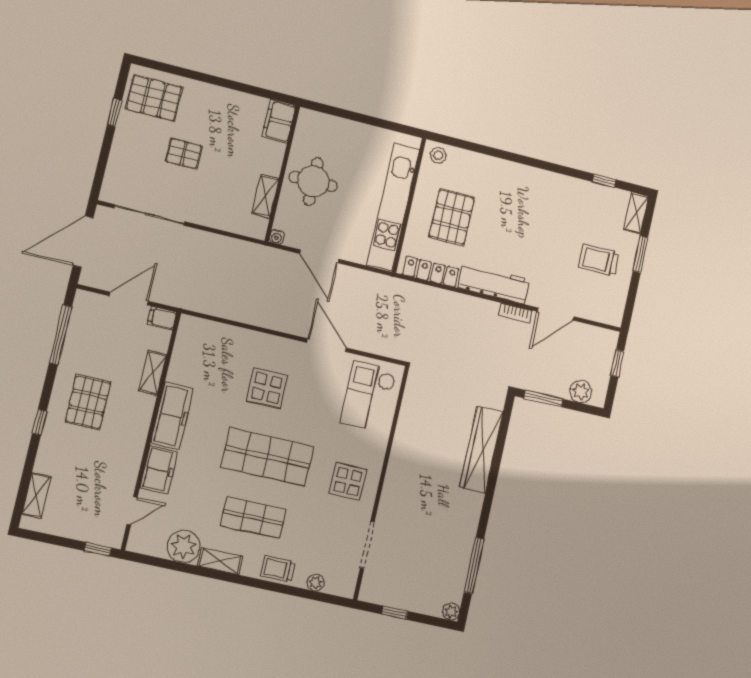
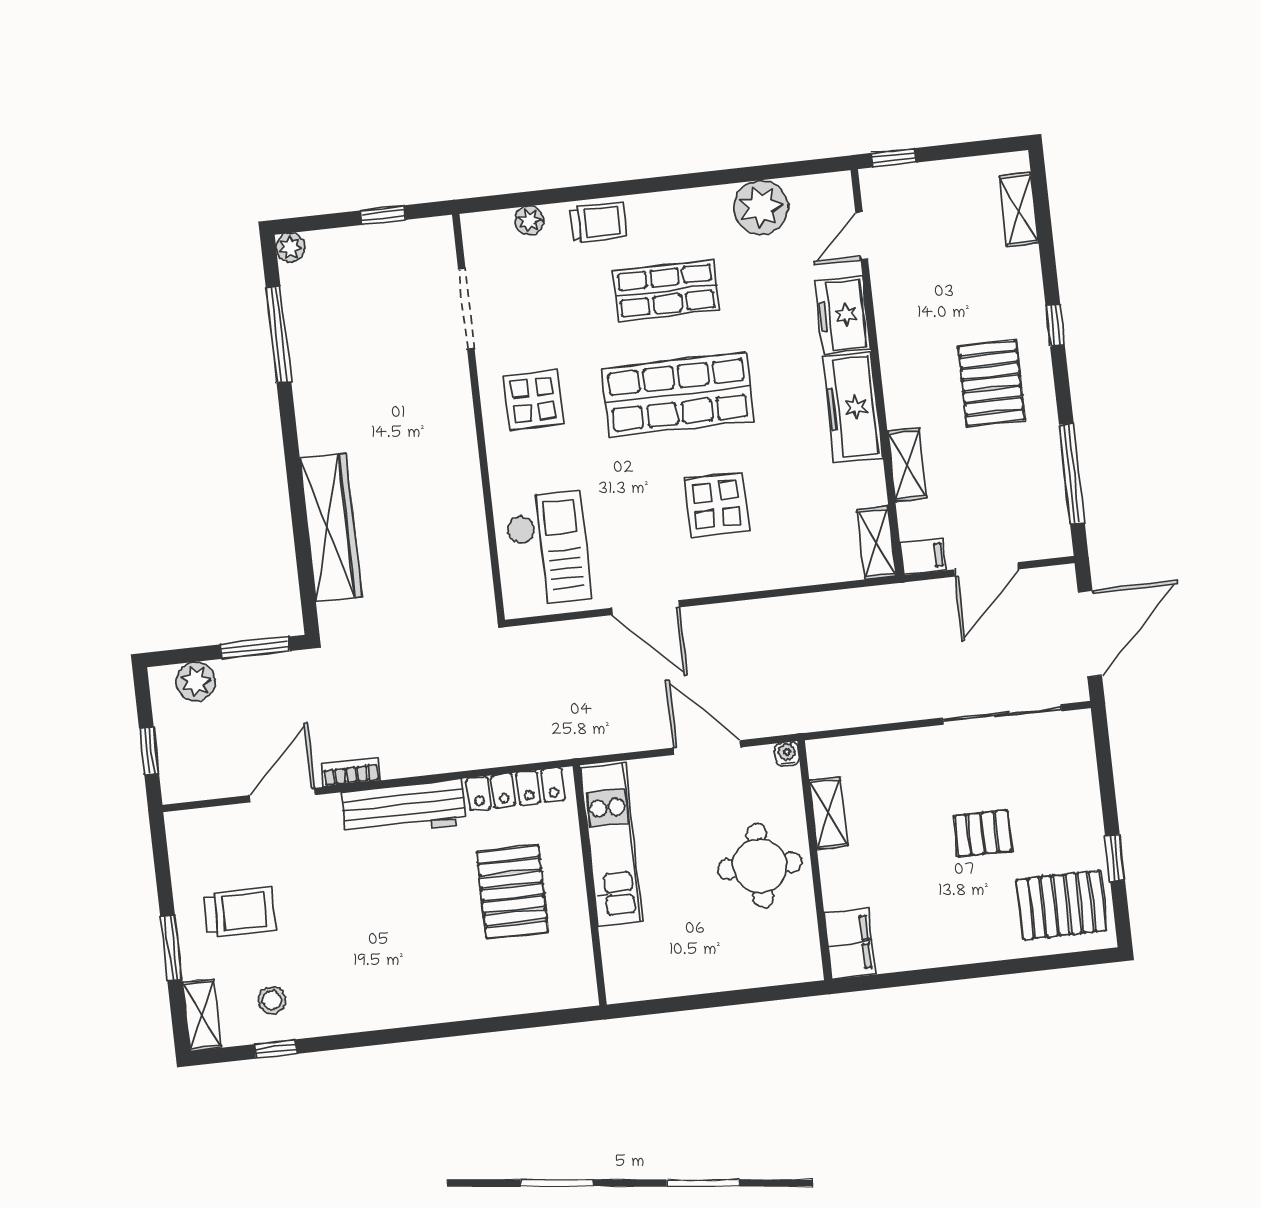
stool: (438, 155) -> (272, 1000), moved
kitchen unit: (393, 207) -> (612, 844), width x0.73
shelving: (220, 561) -> (877, 543), moved, turned 90

